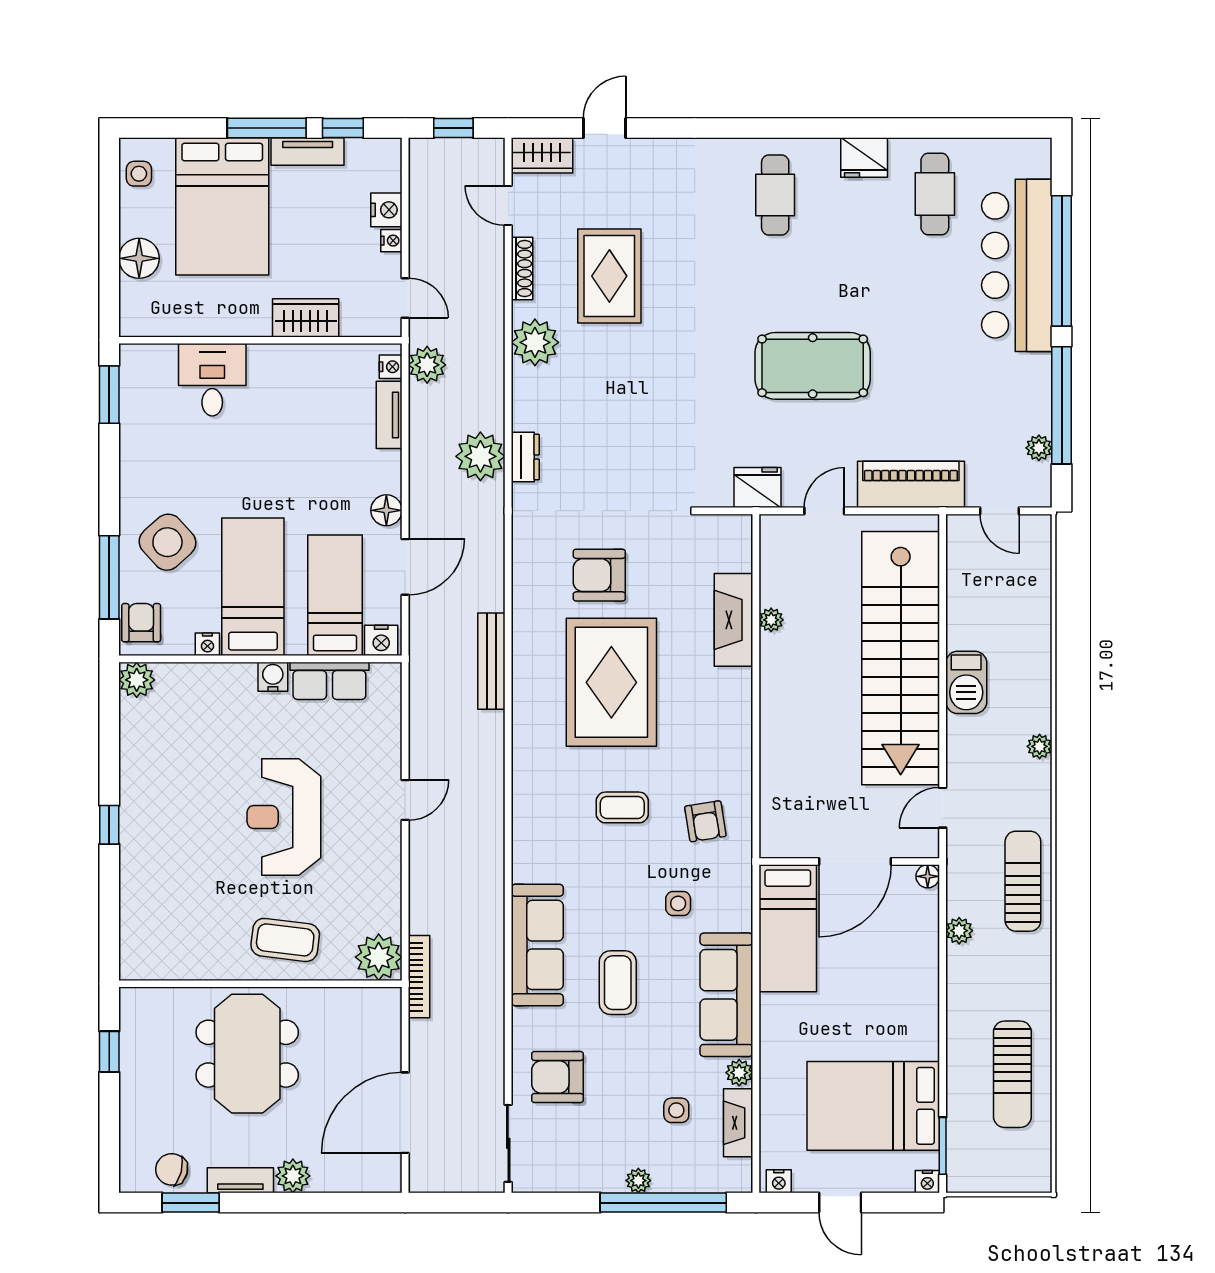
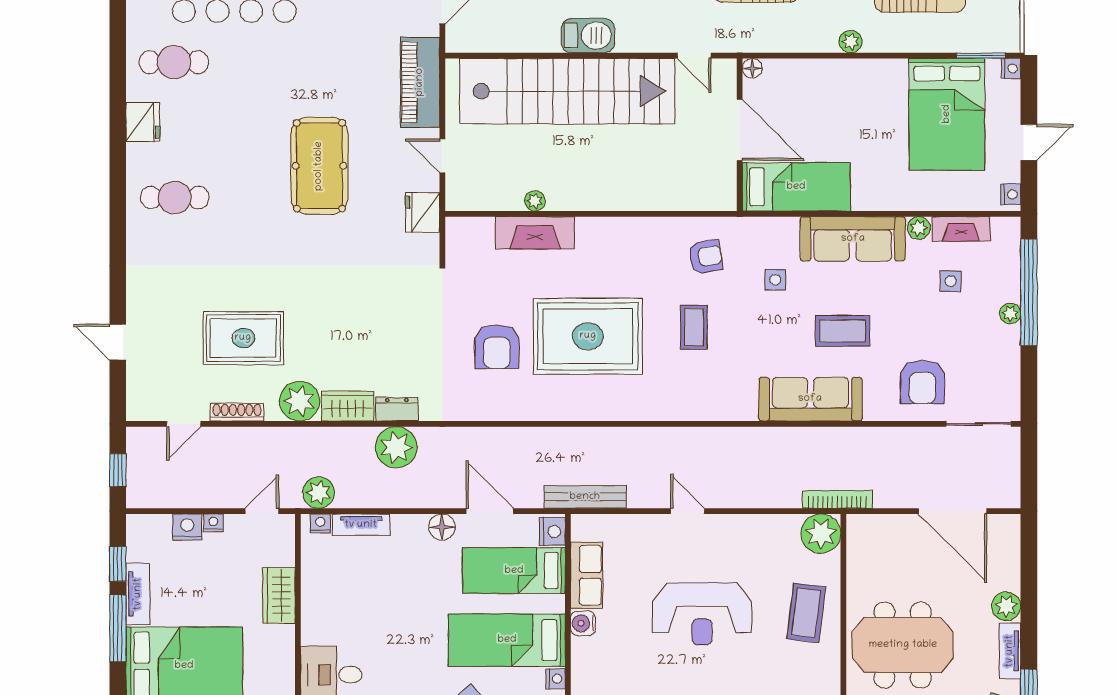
wardrobe: (542, 155) -> (348, 406), moved, turned -90
bench: (491, 661) -> (585, 497), moved
plant: (959, 931) -> (851, 41), moved

